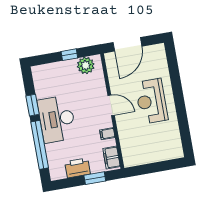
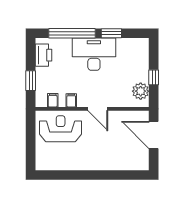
reception desk: (151, 101) -> (61, 129), moved
door: (111, 105) -> (98, 109), hinge flipped
filing cabinet: (112, 158) -> (53, 100), width x0.50
printer: (78, 168) -> (43, 55), moved

